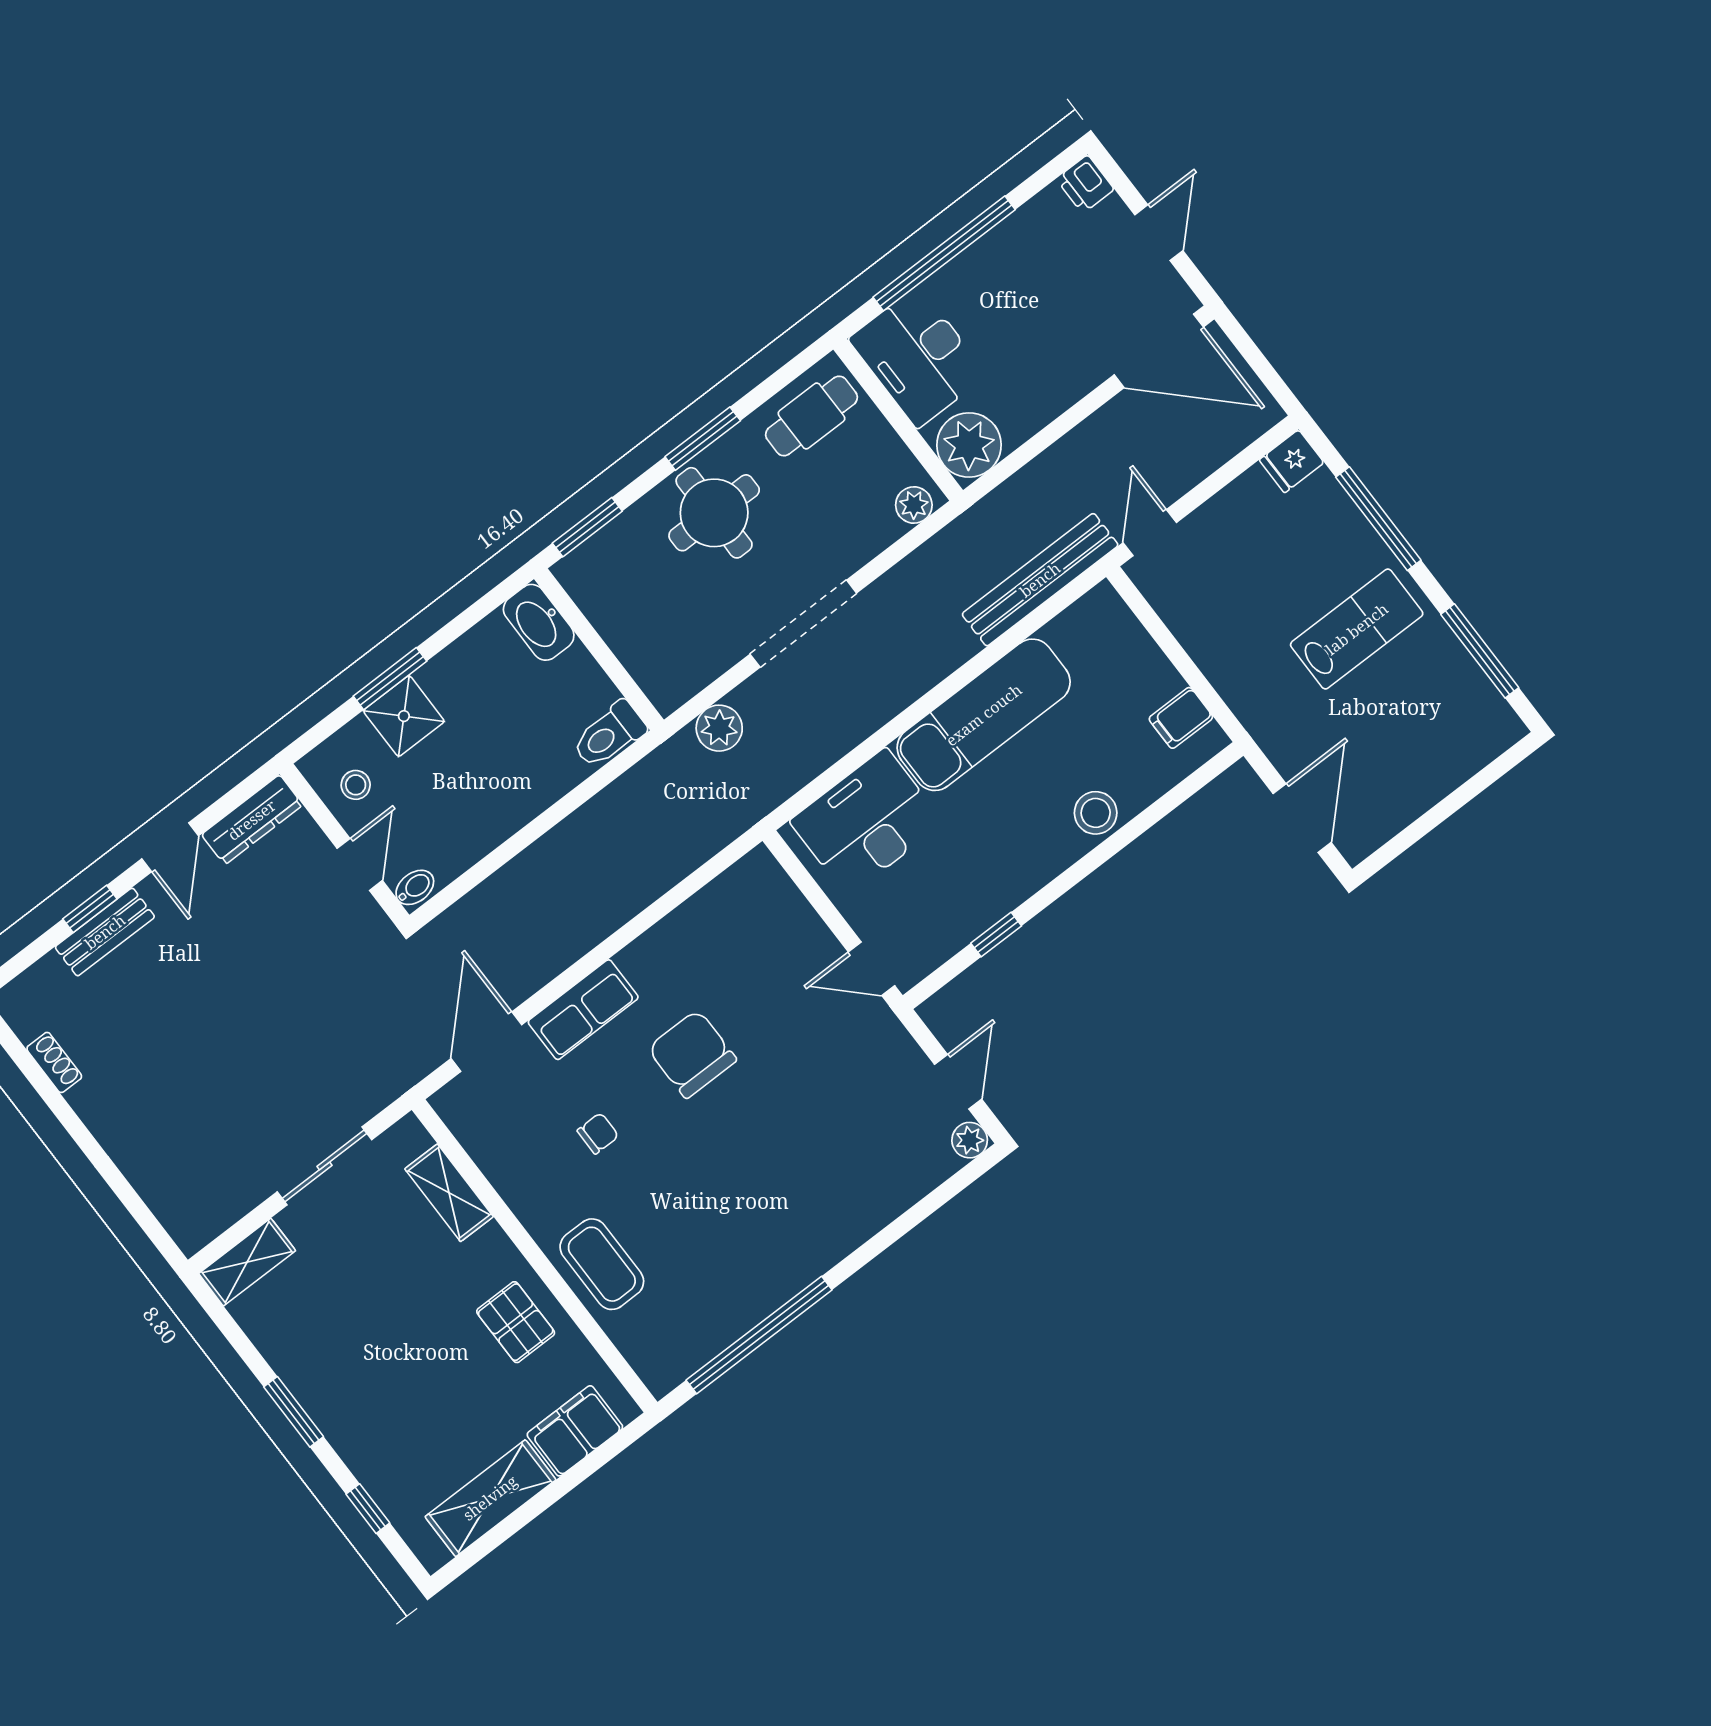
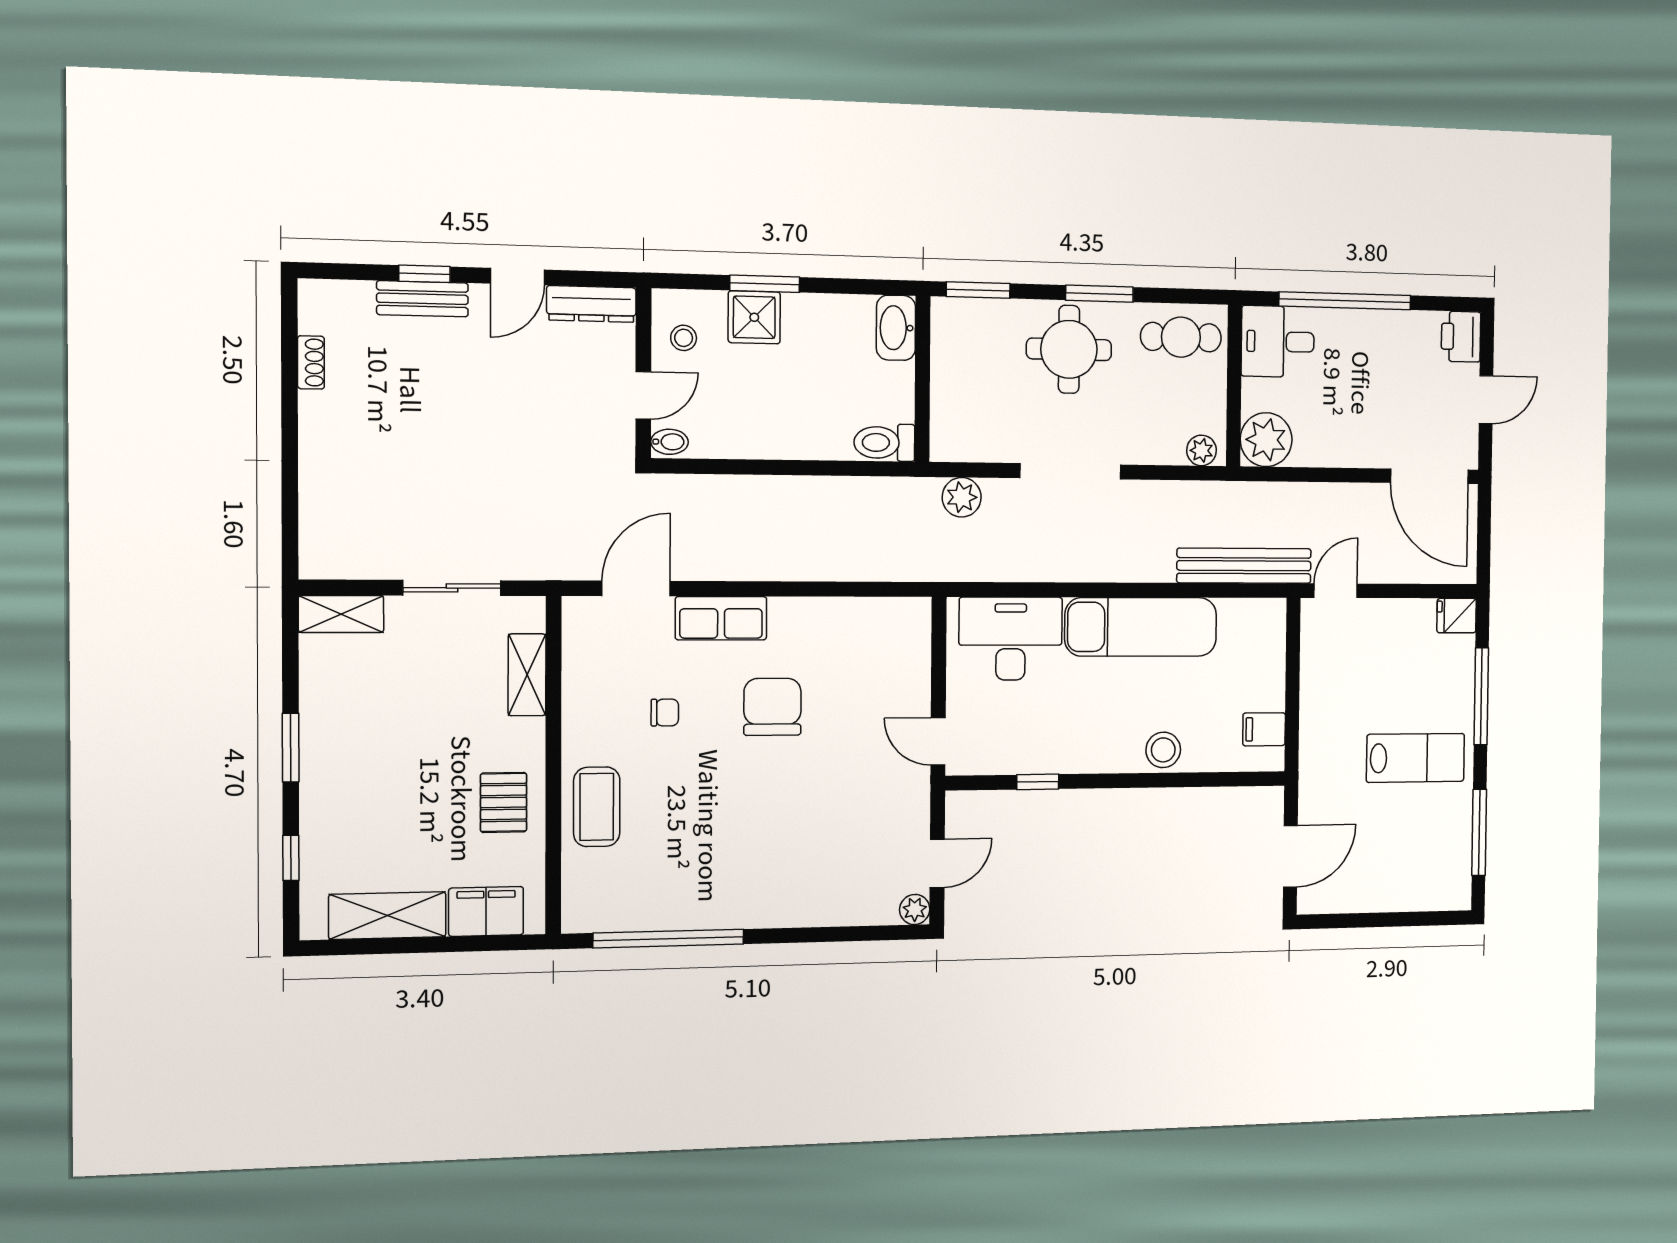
printer: (1085, 184) -> (1461, 337), width x1.36, depth x1.24
desk: (918, 357) -> (1278, 342), width x0.73

